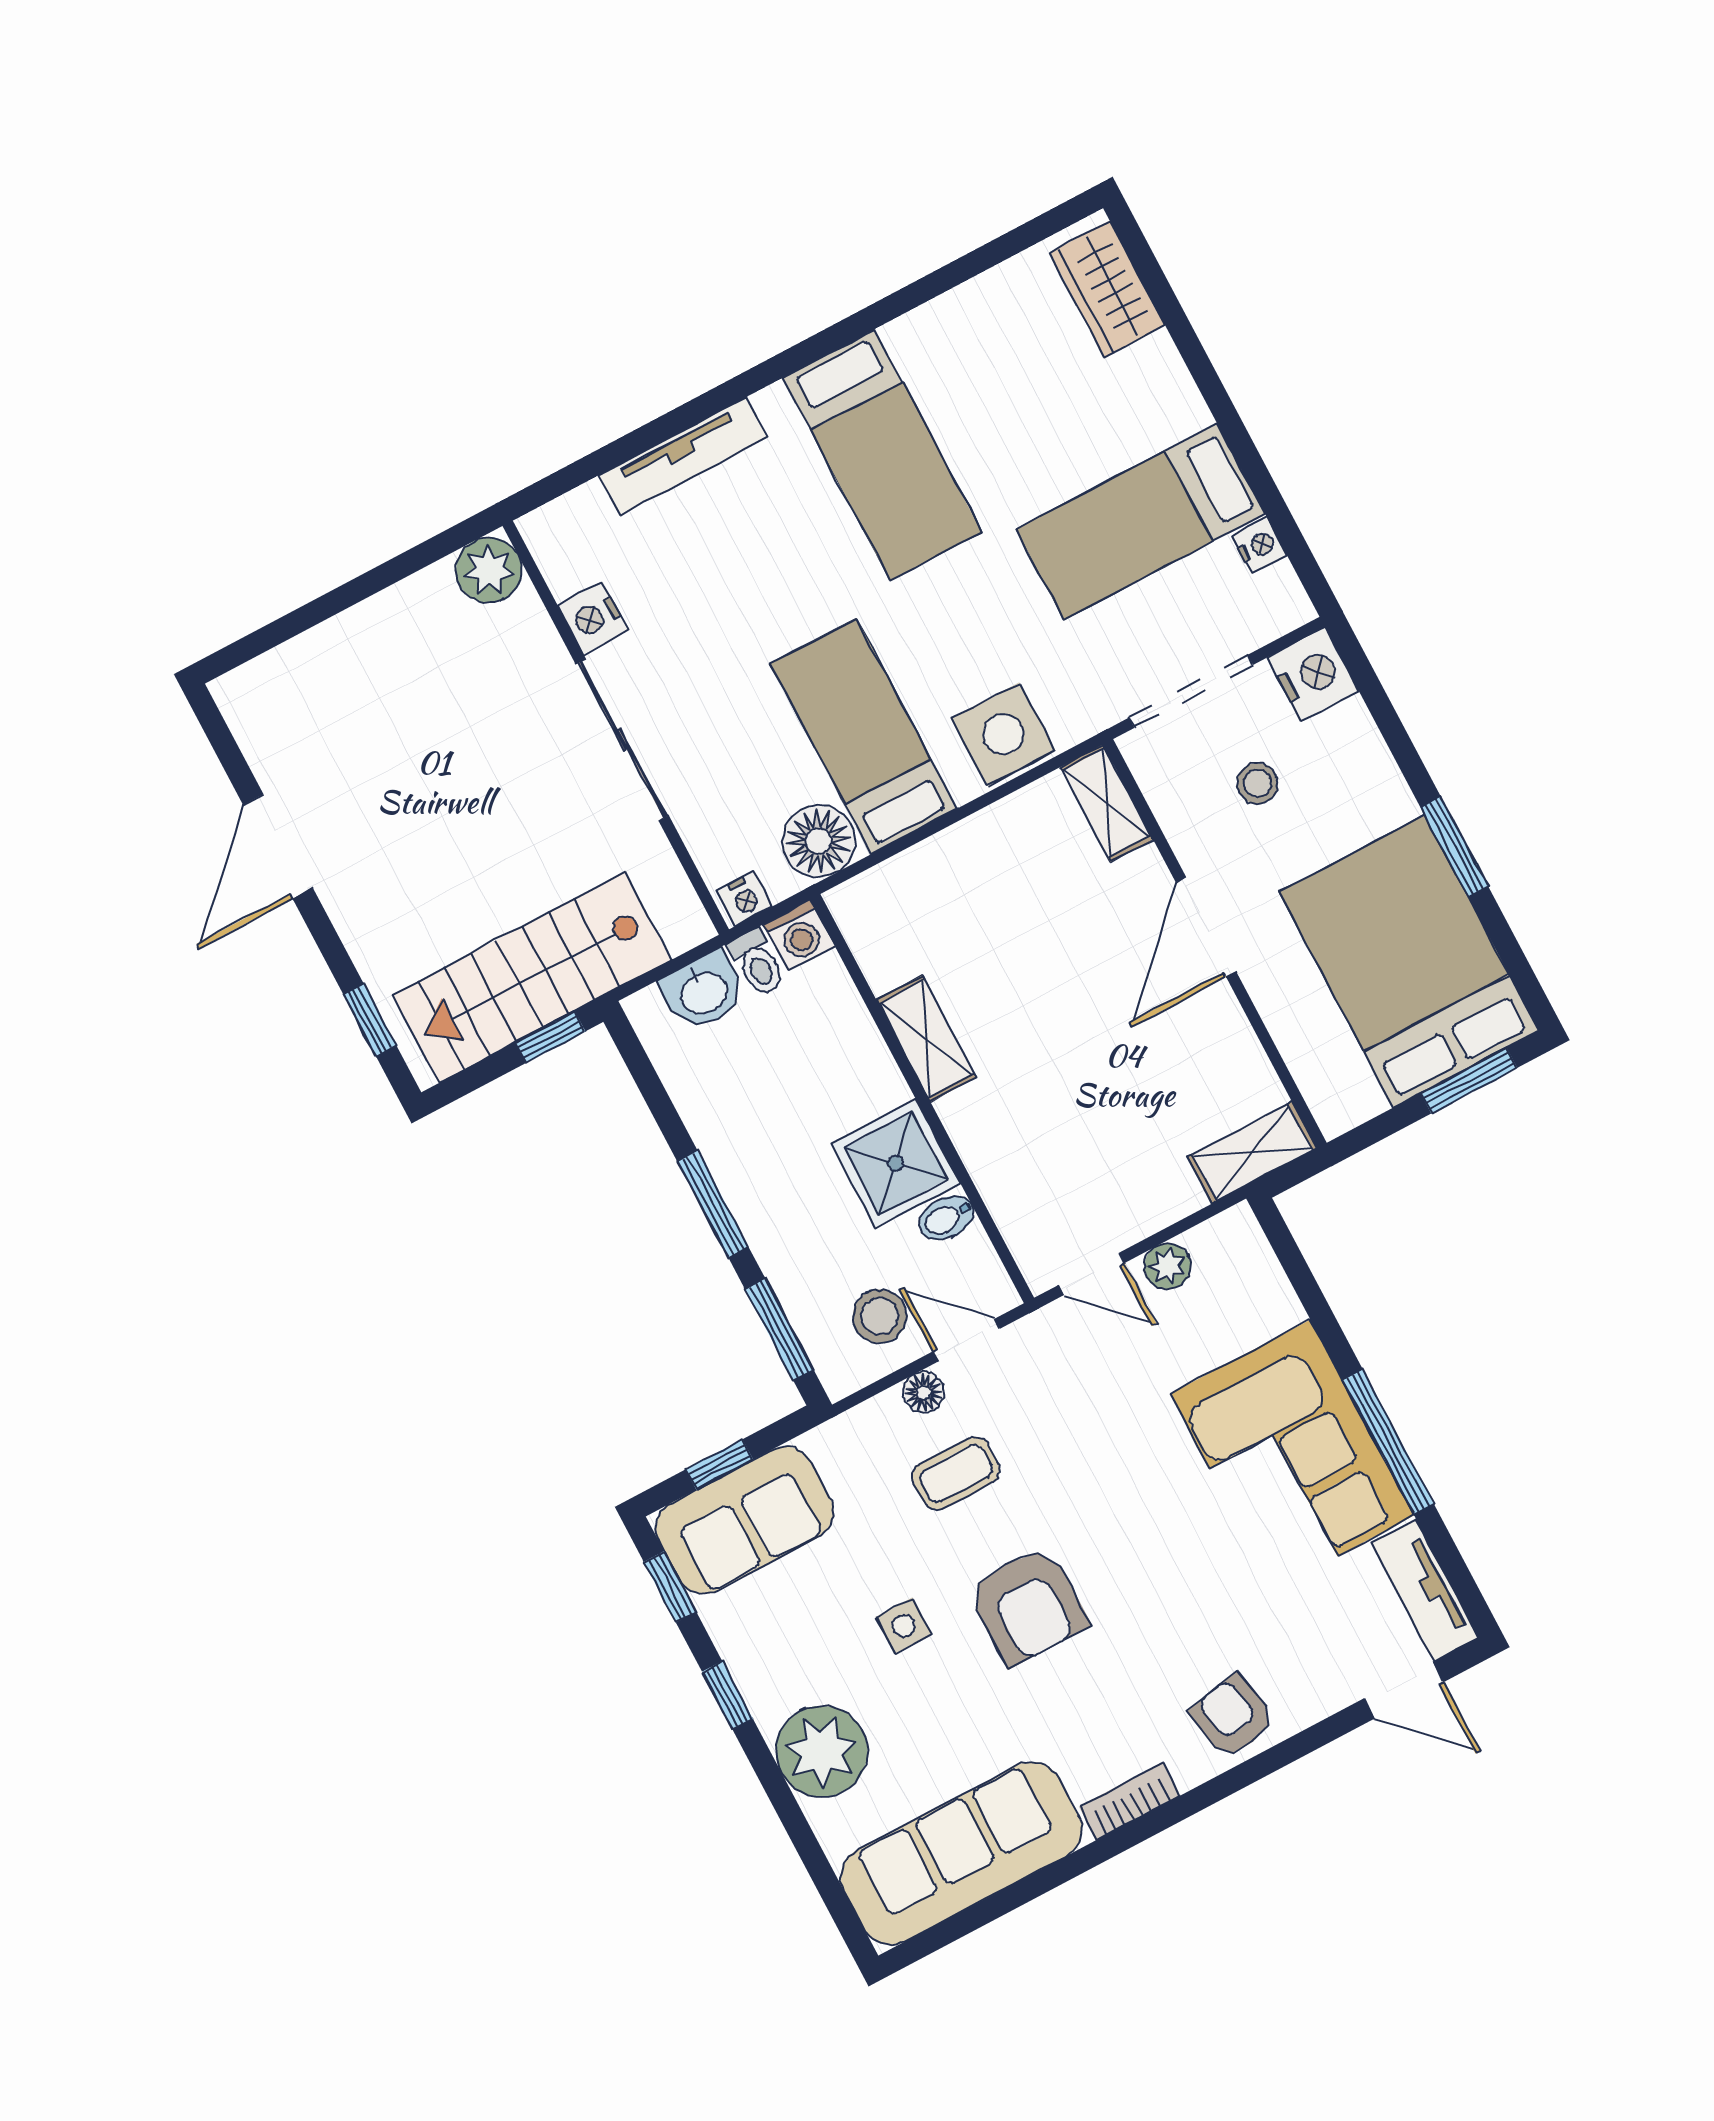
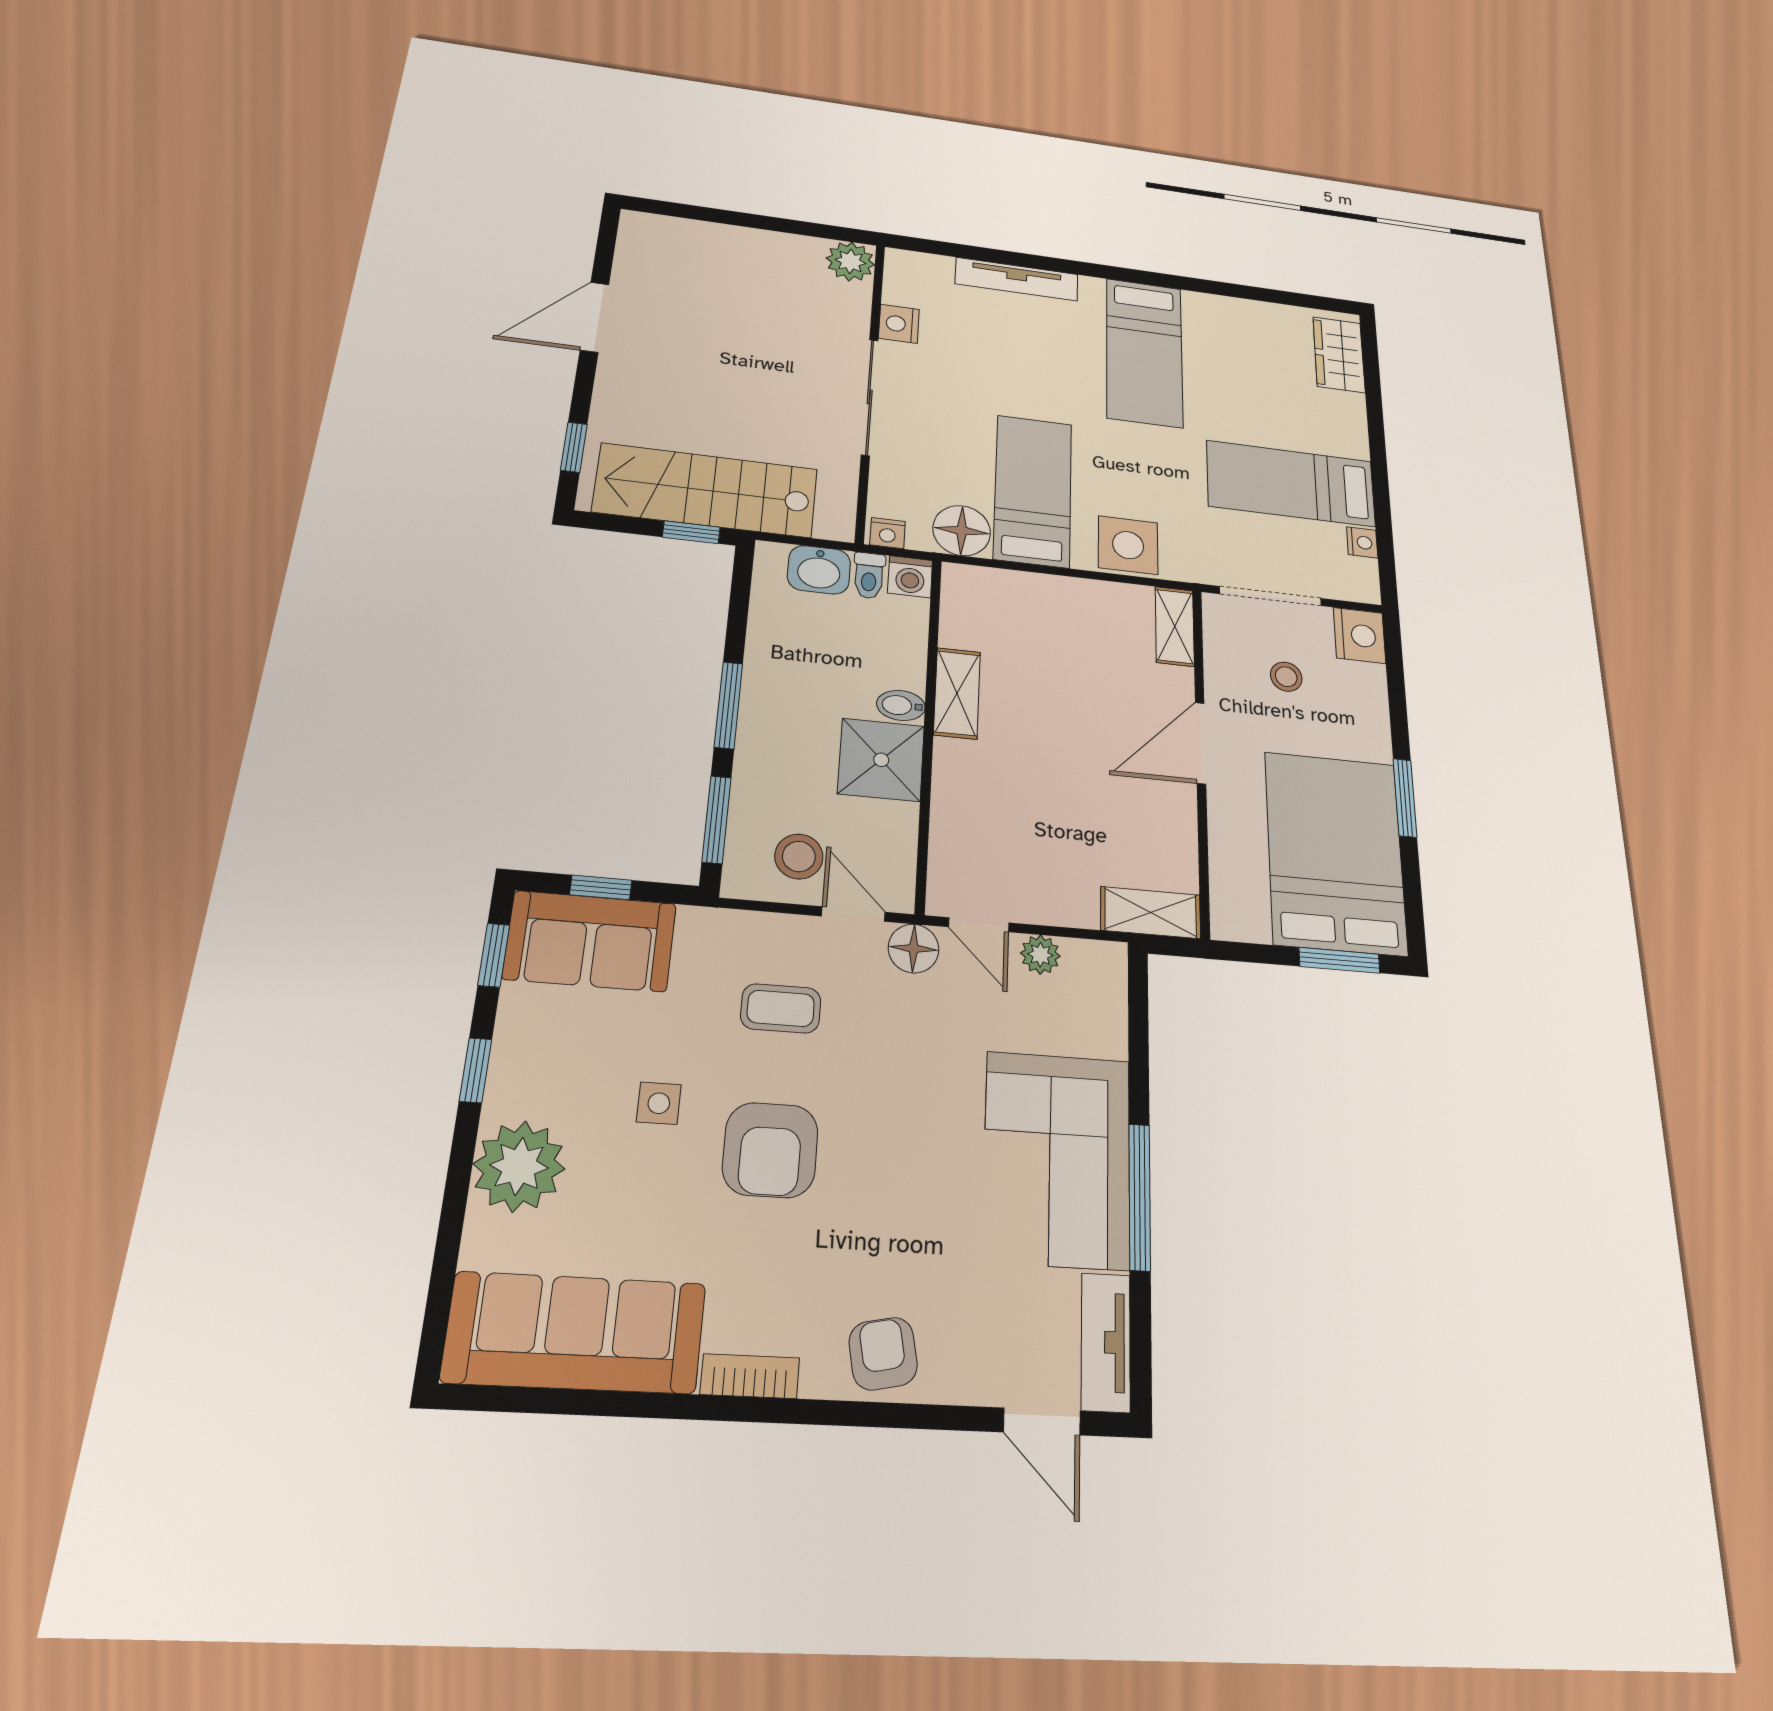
bidet: (946, 1218) -> (901, 705), moved
floor lamp: (924, 1392) -> (914, 948), moved, width x1.37, depth x1.37

